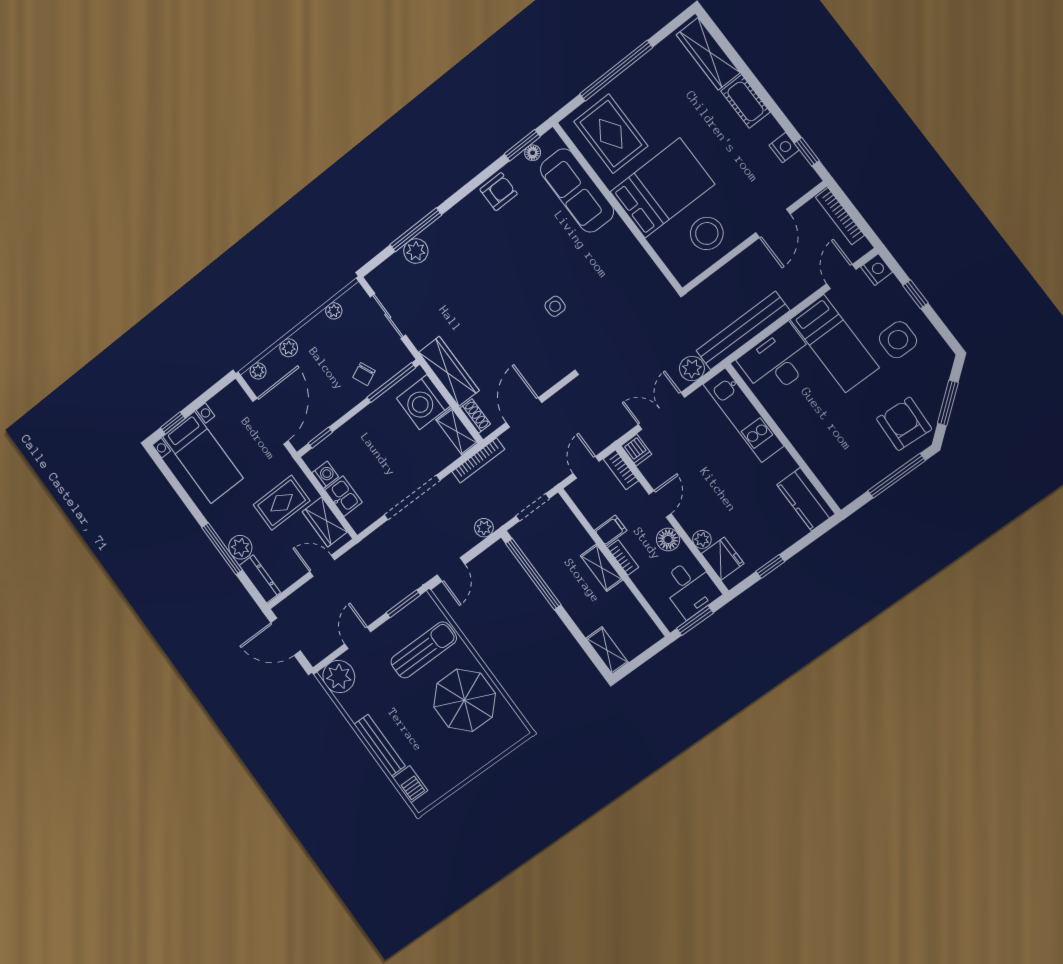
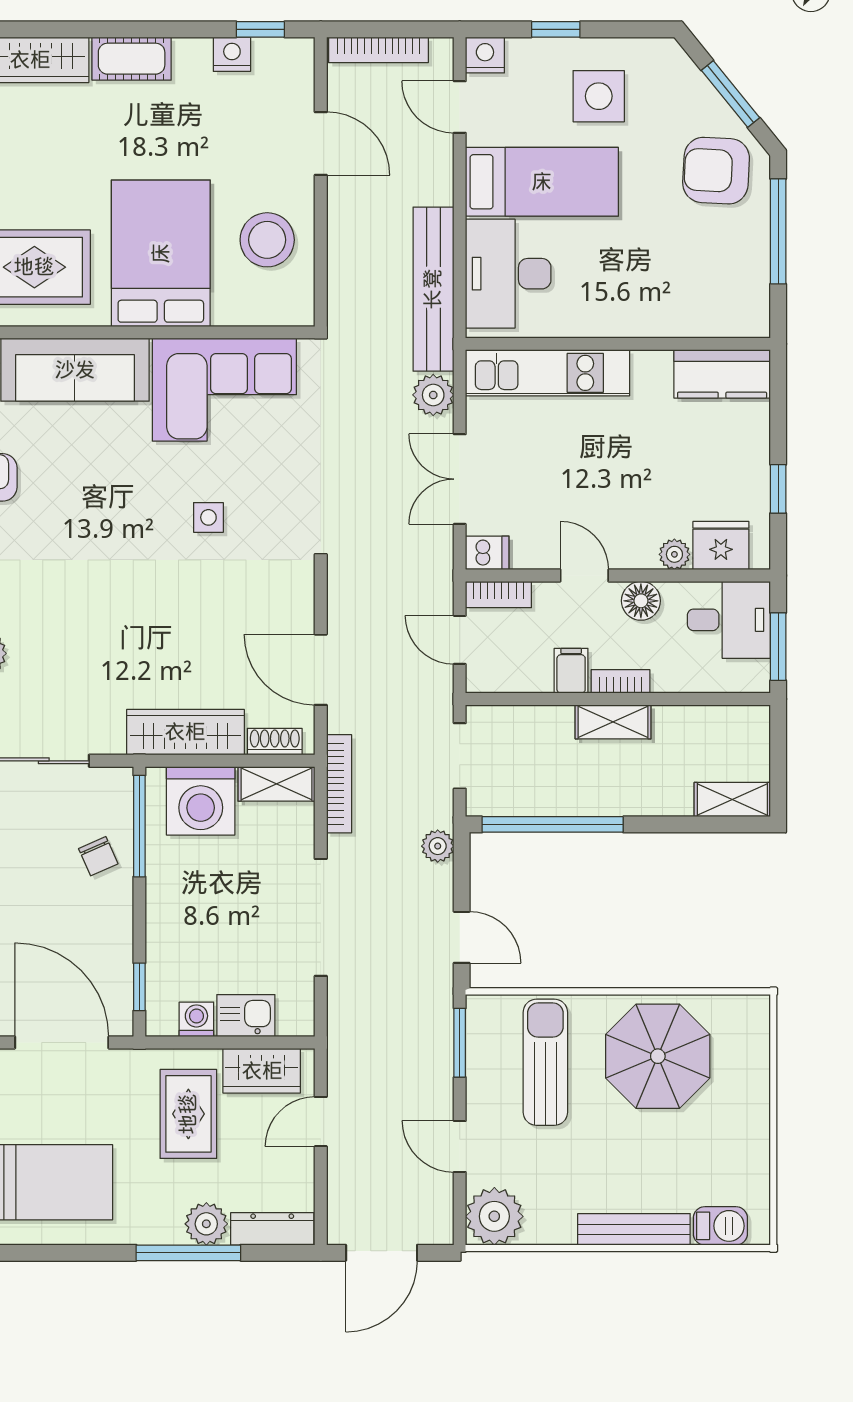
corner sofa: (620, 268) -> (224, 390), added

